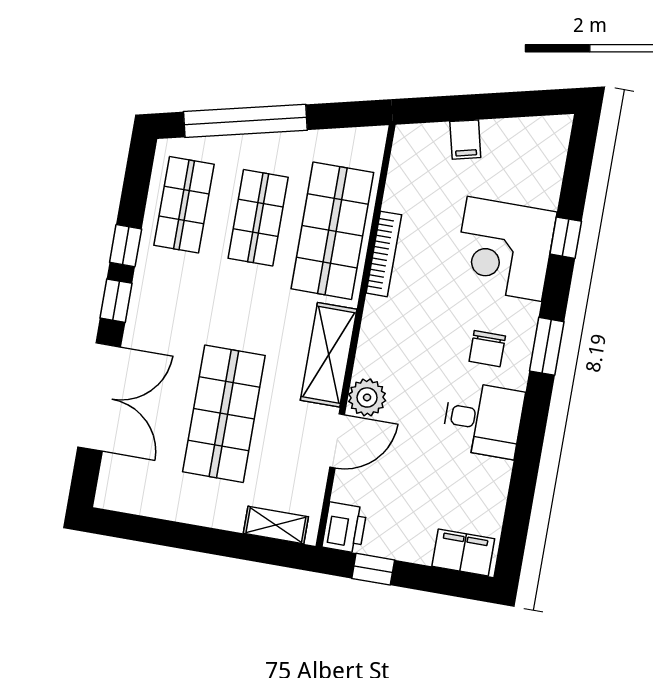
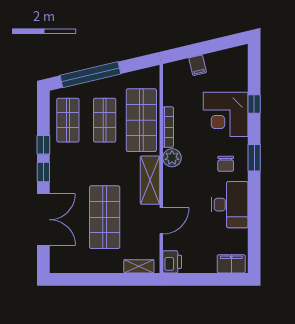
plant: (367, 397) -> (172, 158), moved
desk: (483, 420) -> (230, 205), width x1.37
window: (373, 569) -> (189, 279), removed

